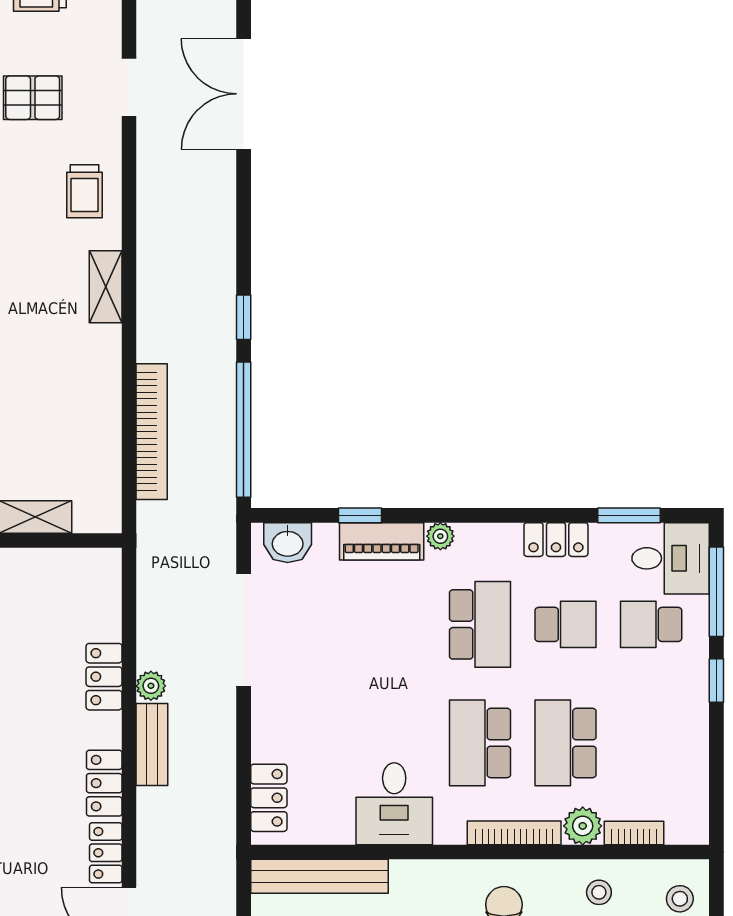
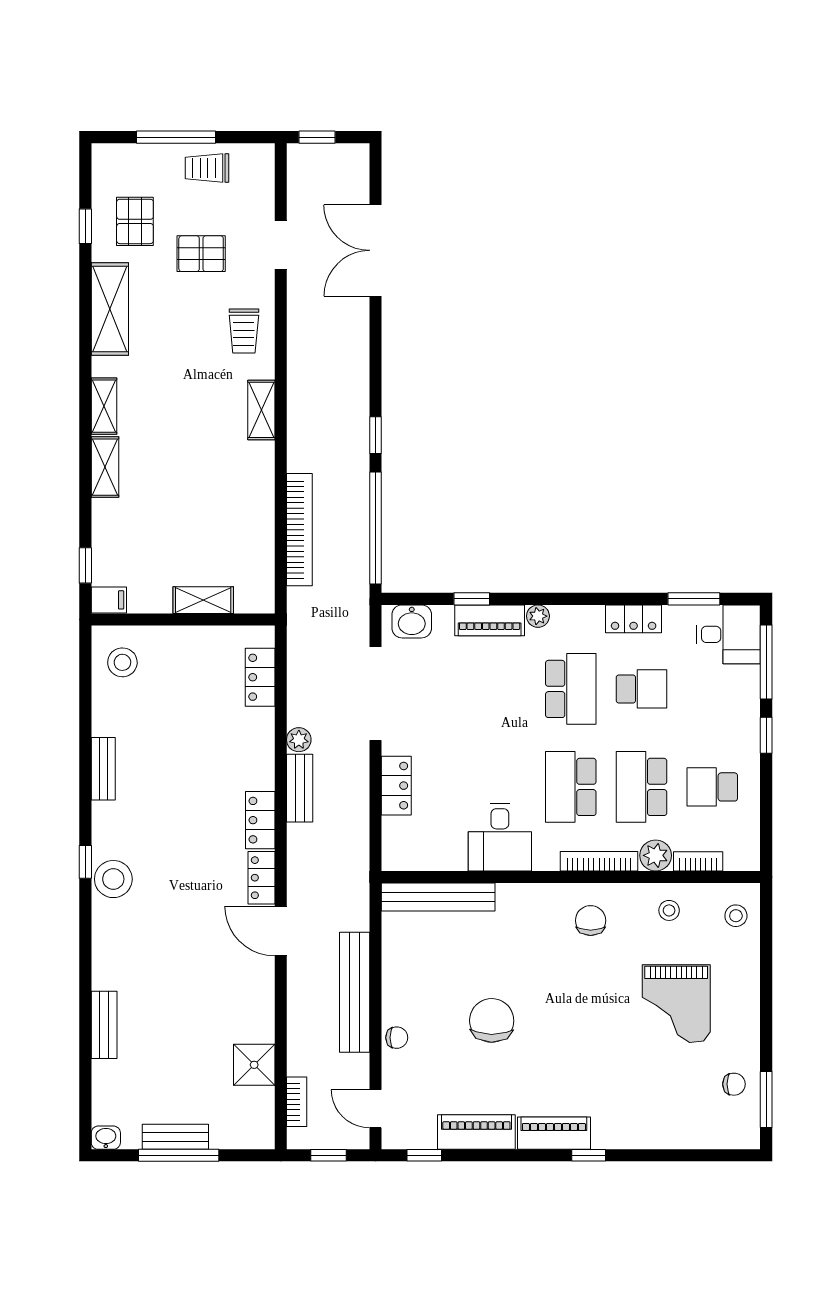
school desk: (651, 624) -> (712, 787), moved
locker: (104, 677) -> (260, 677), moved
locker: (269, 798) -> (396, 786), moved

